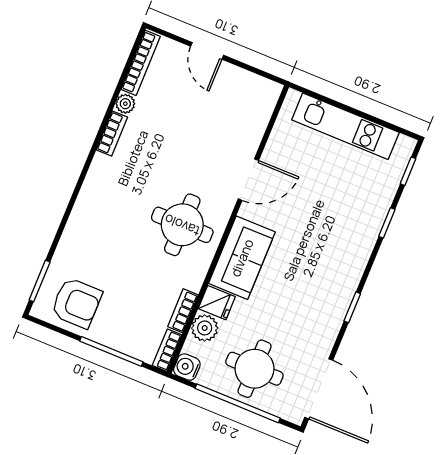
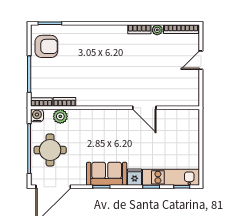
kitchen unit: (345, 126) -> (171, 177), moved, turned 90
round table: (182, 225) -> (108, 84), removed
sofa: (242, 258) -> (107, 174), moved, turned 180
armchair: (76, 303) -> (46, 46), turned -90
fridge: (217, 303) -> (135, 177), moved, turned 180

